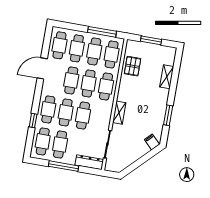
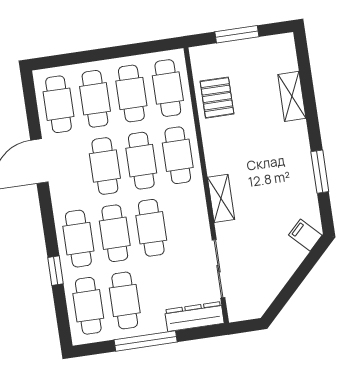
window: (102, 32) -> (134, 49), removed

